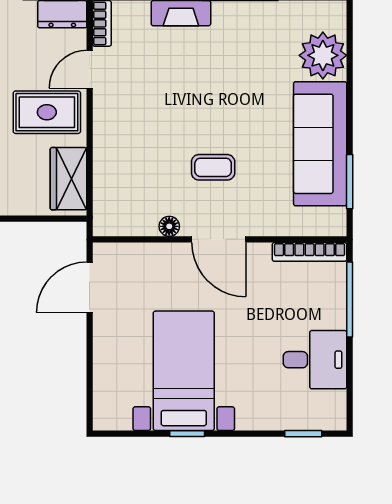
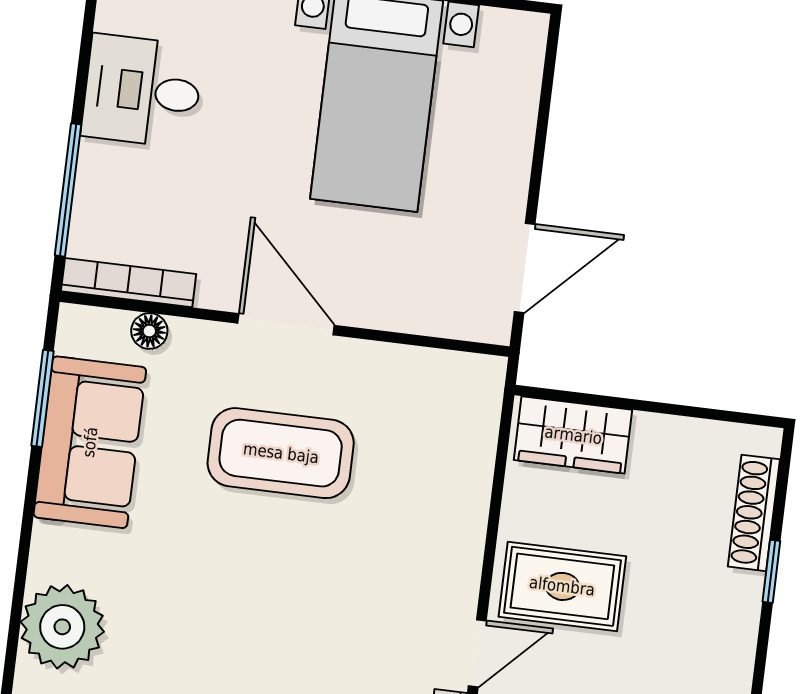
sofa: (320, 144) -> (90, 442), width x0.73
coffee table: (213, 167) -> (281, 453), width x1.86, depth x1.72
wardrobe: (69, 179) -> (573, 435), moved, turned 90
floor lamp: (169, 226) -> (149, 331), moved

